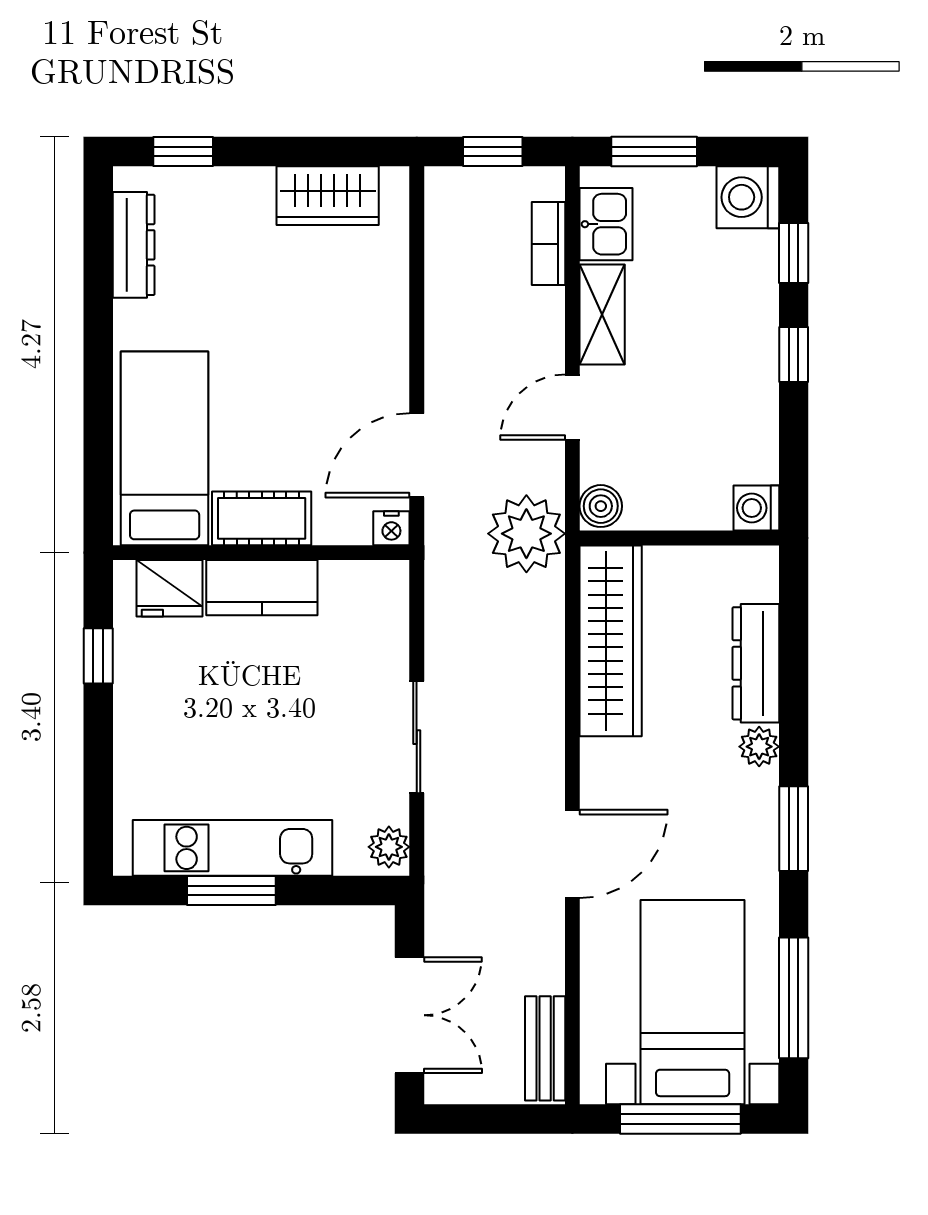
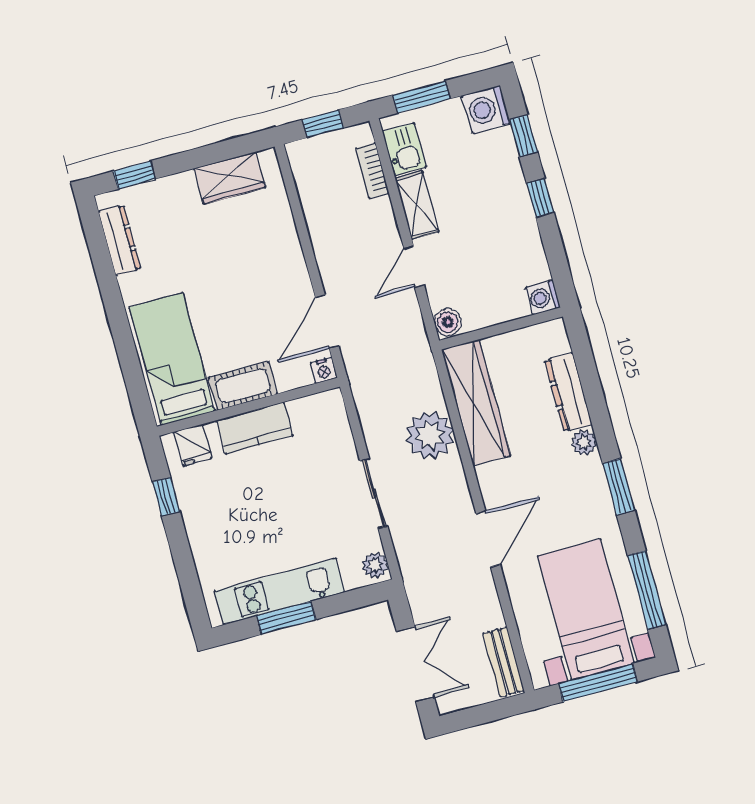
plant: (526, 534) -> (430, 435), moved
fridge: (169, 588) -> (193, 445), width x0.72

